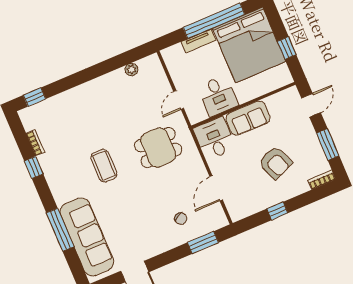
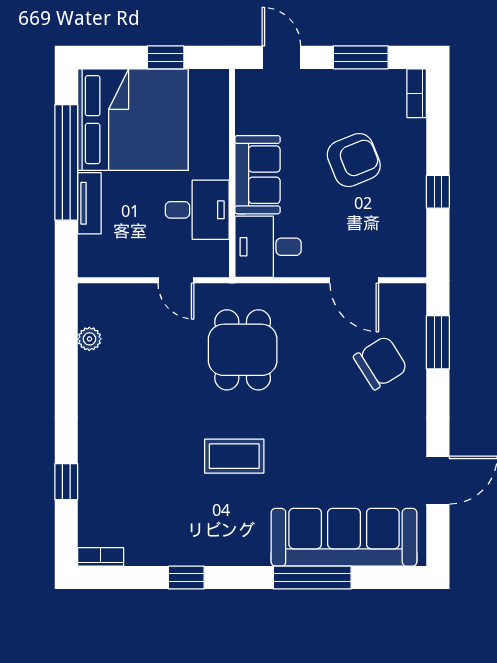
window: (34, 97) -> (66, 482), moved
bookcase: (35, 143) -> (101, 557), moved
chair: (181, 218) -> (381, 363), width x1.87, depth x1.87

